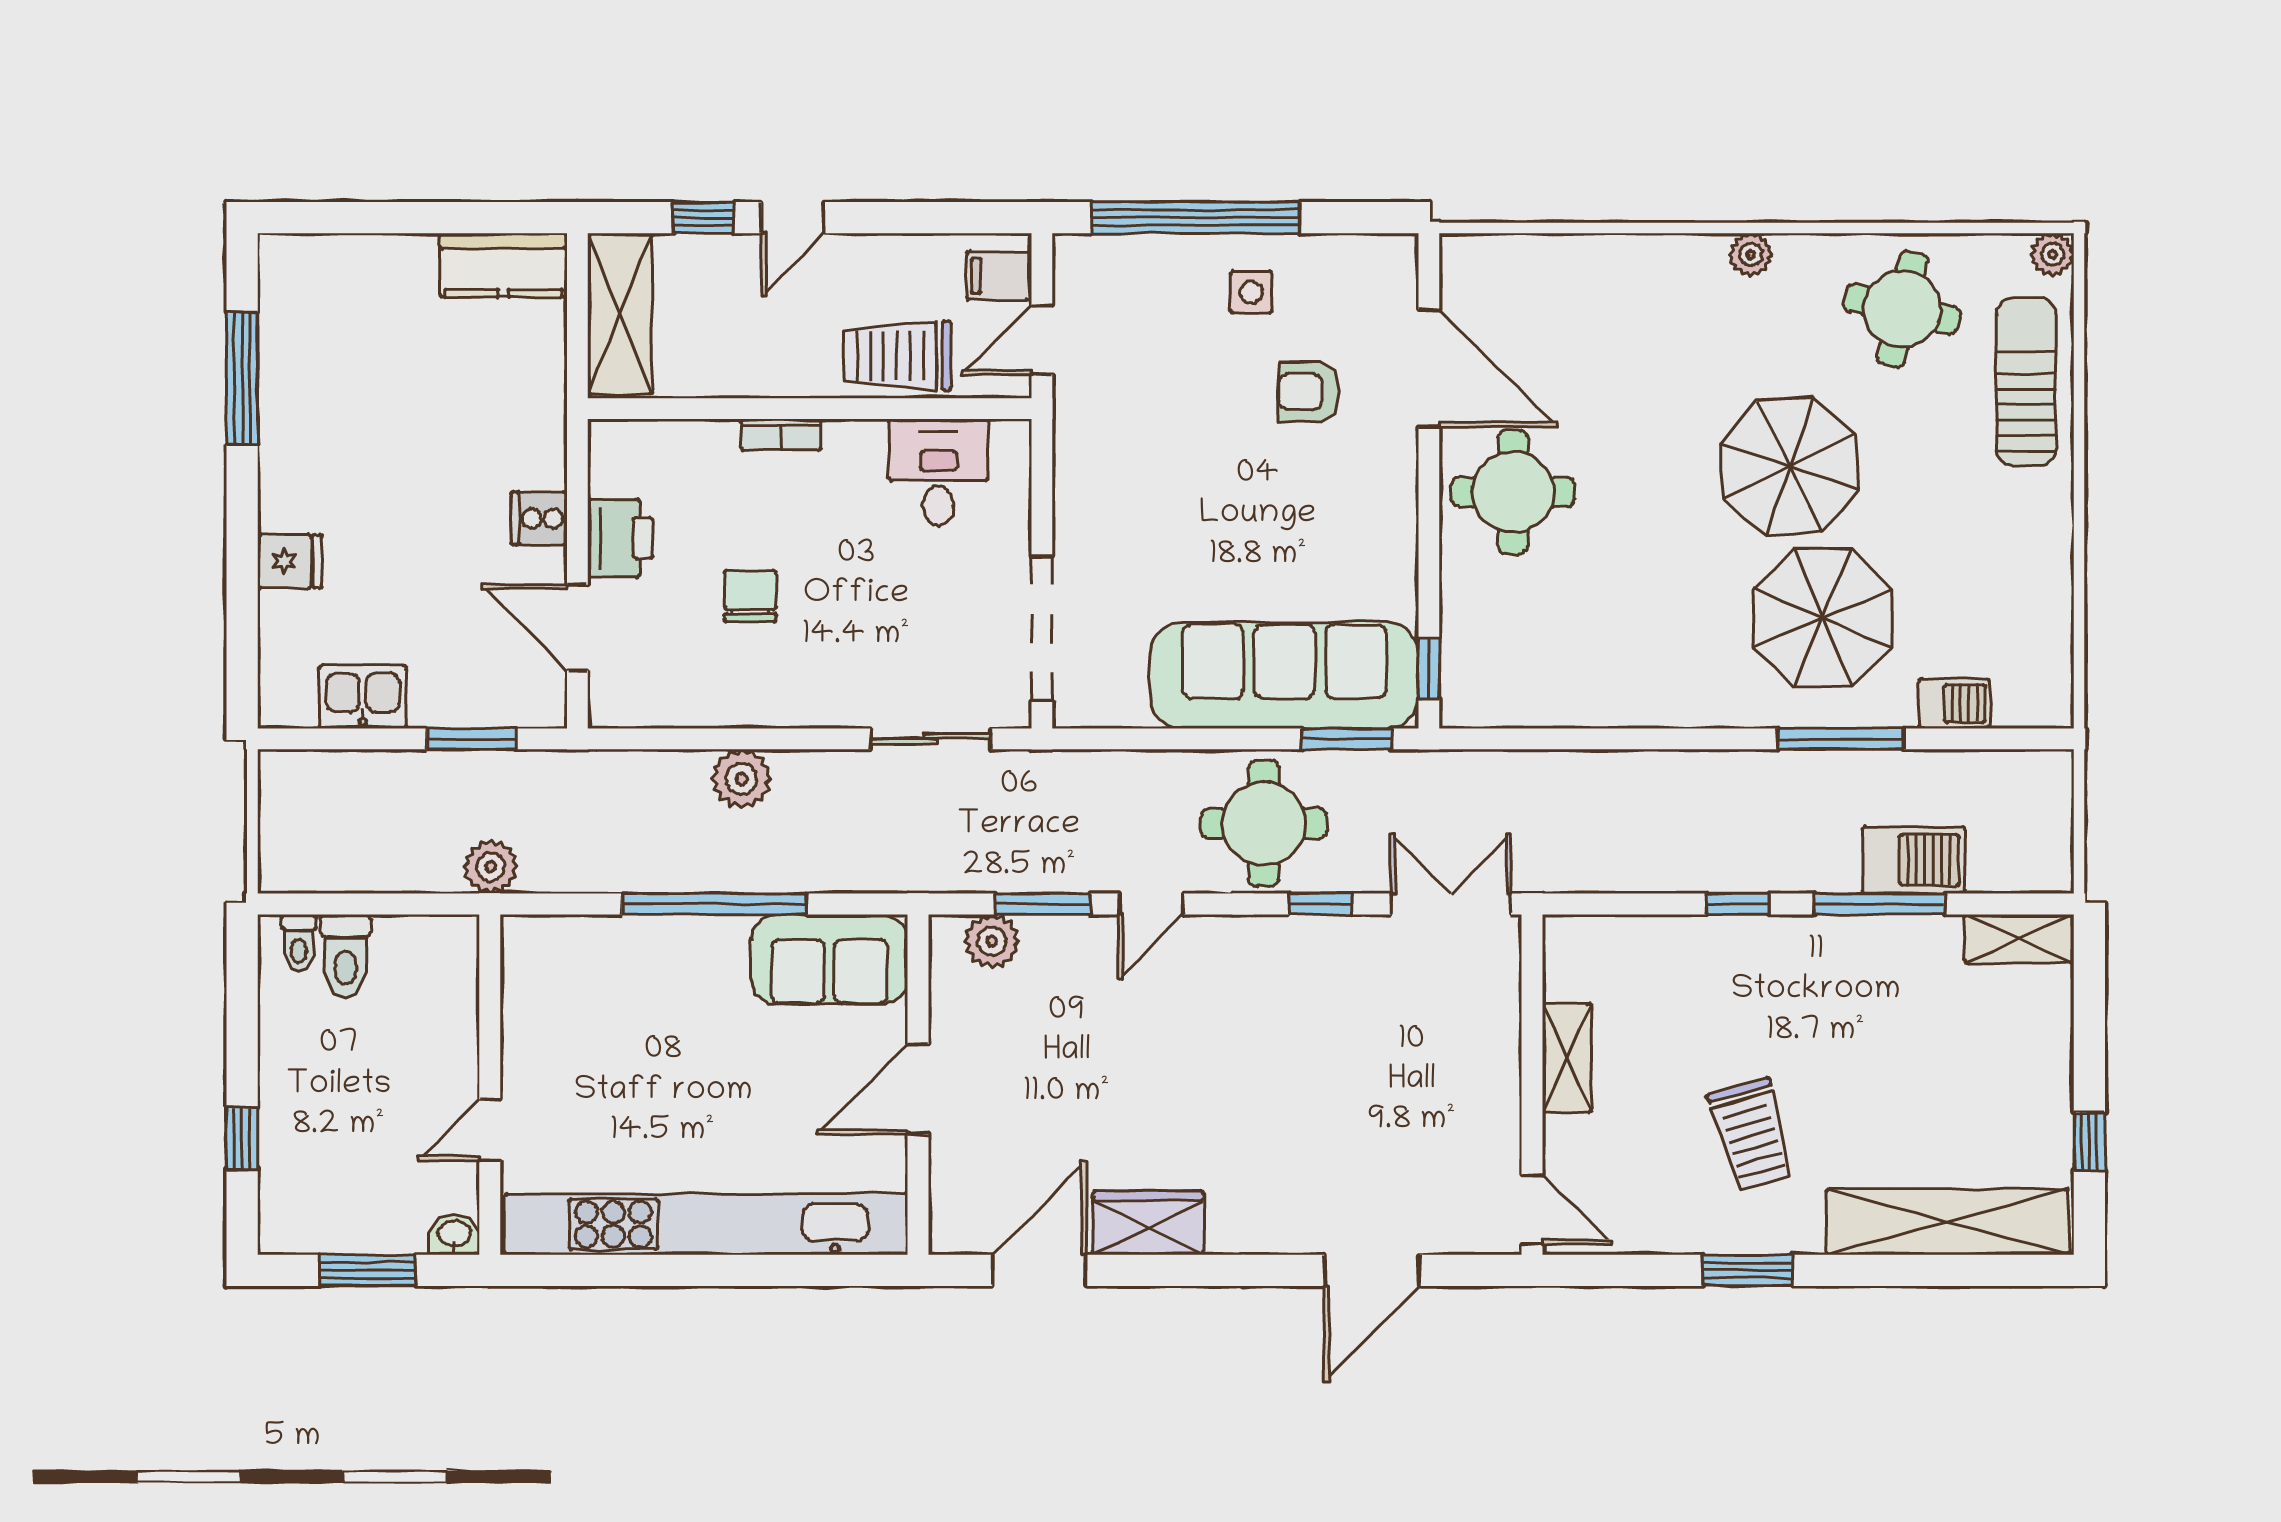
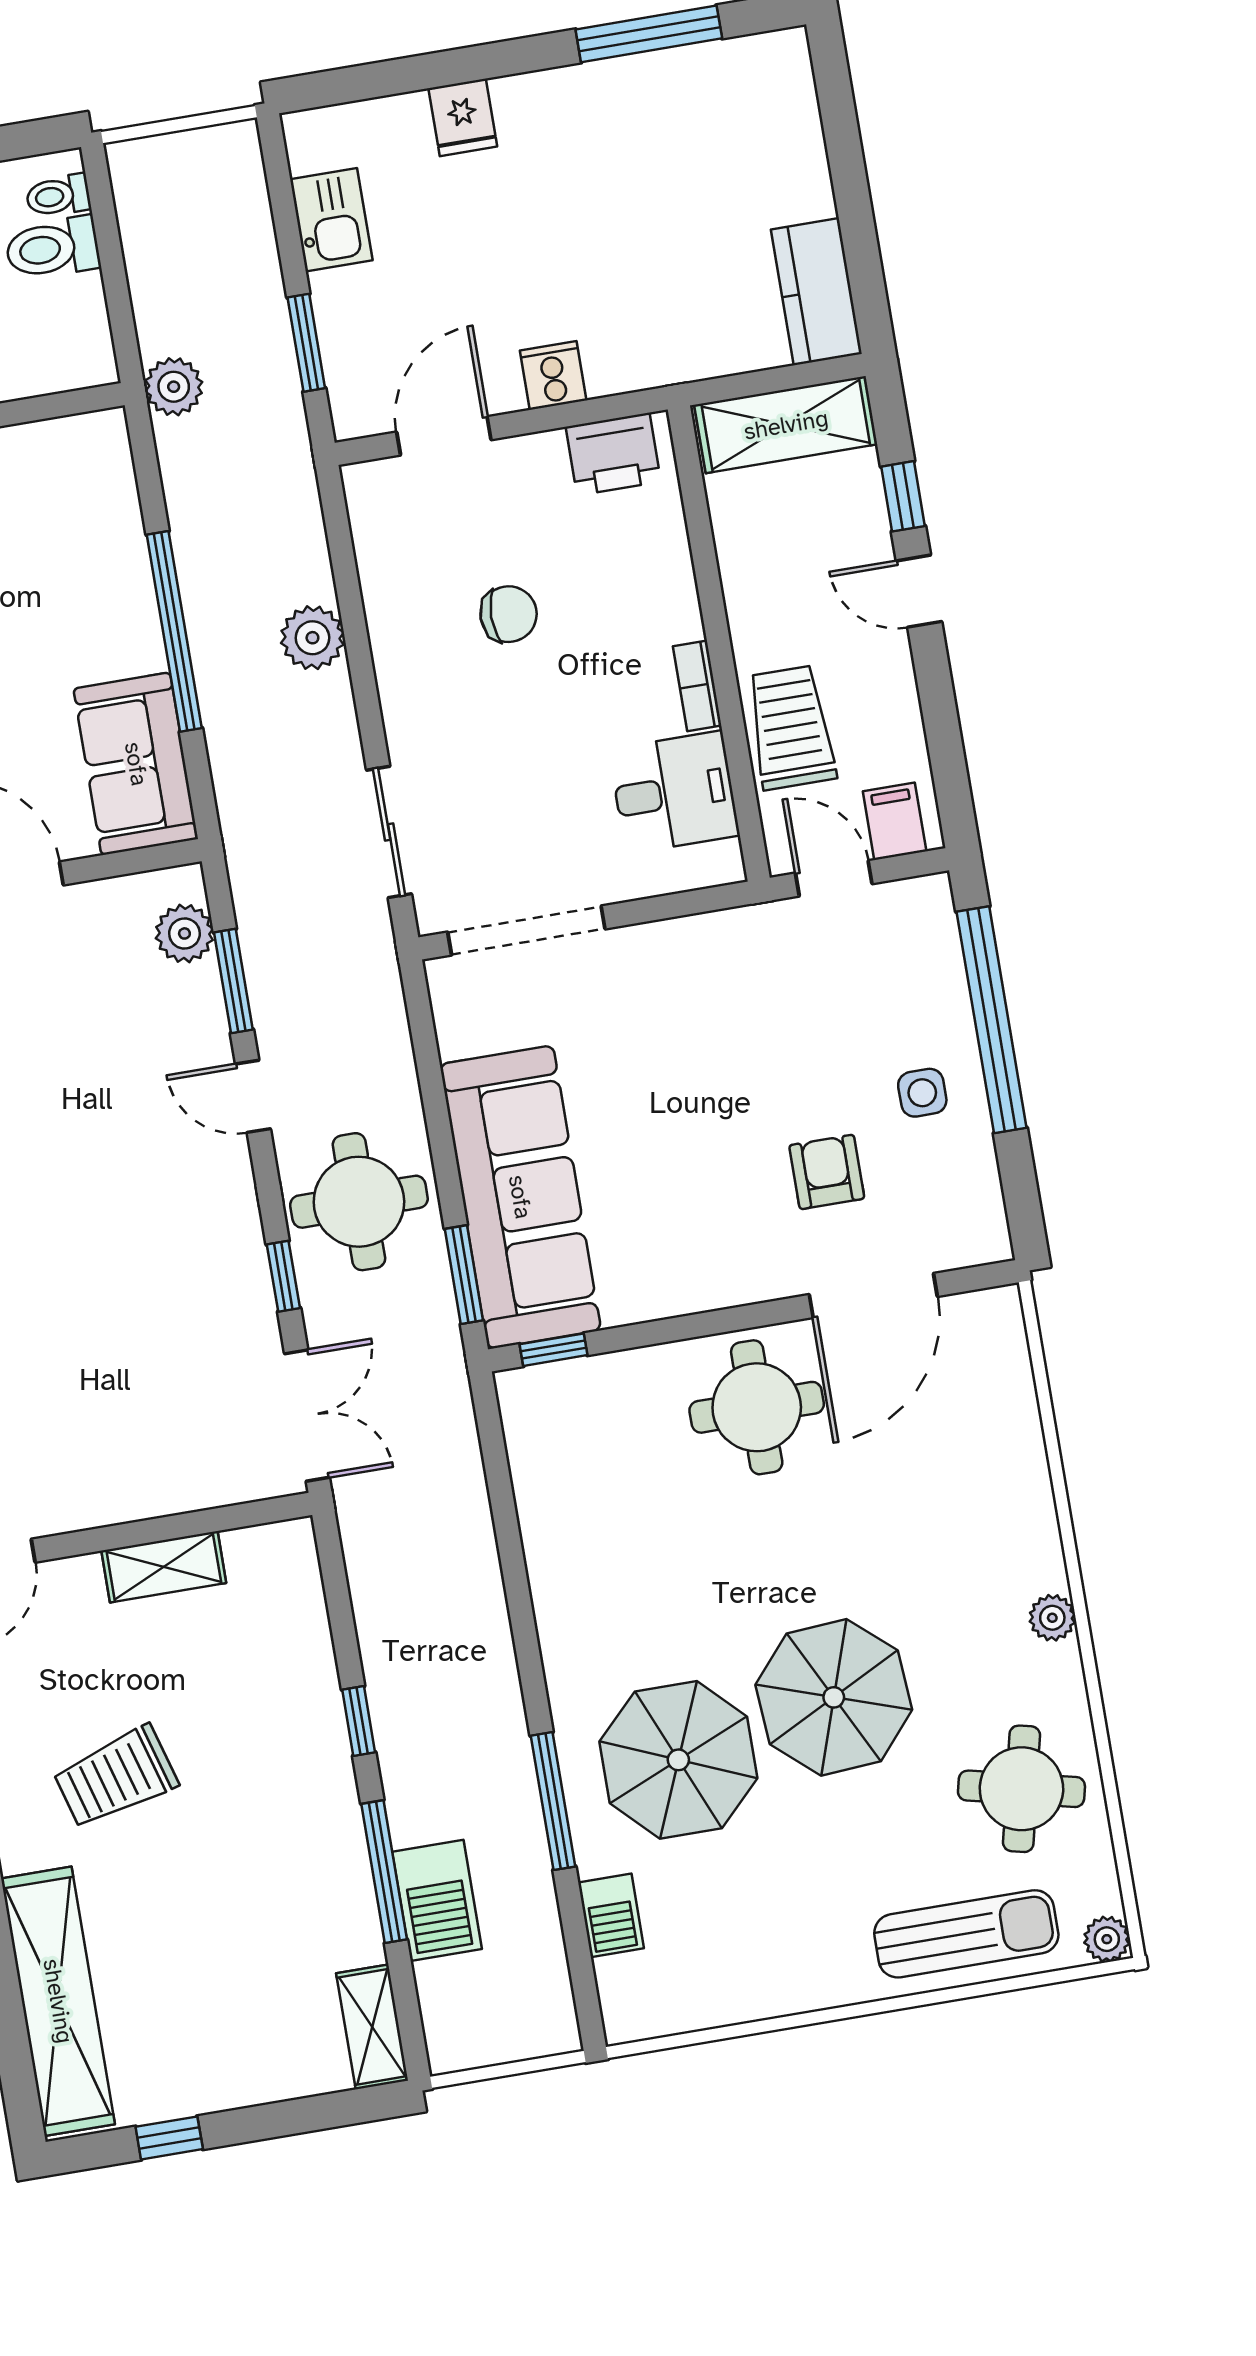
bookcase: (781, 435) -> (697, 686), moved
printer: (620, 538) -> (613, 454), moved

